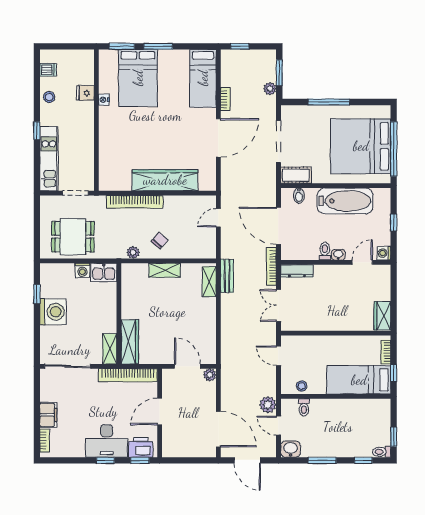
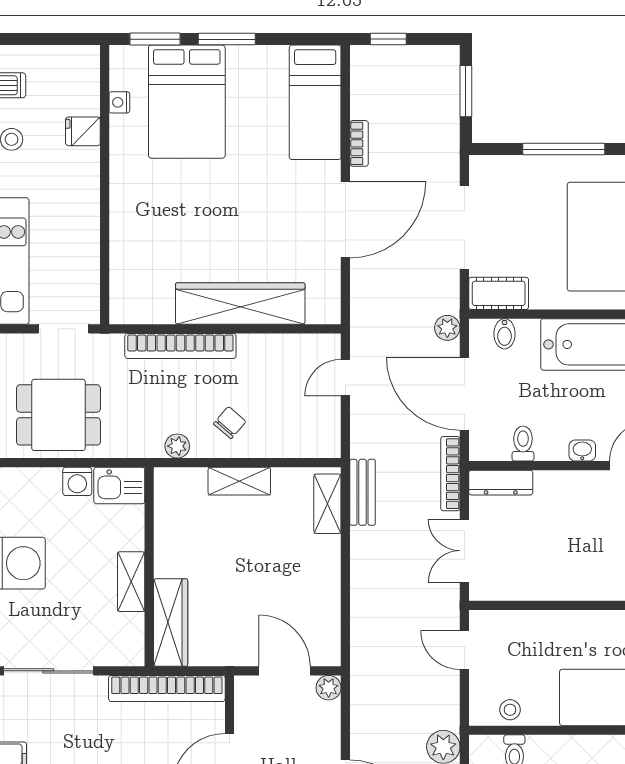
plant: (270, 89) -> (447, 328), moved
nightstand: (104, 100) -> (119, 102), moved
toilet: (325, 251) -> (523, 444), moved
shelving: (110, 349) -> (131, 582), moved

